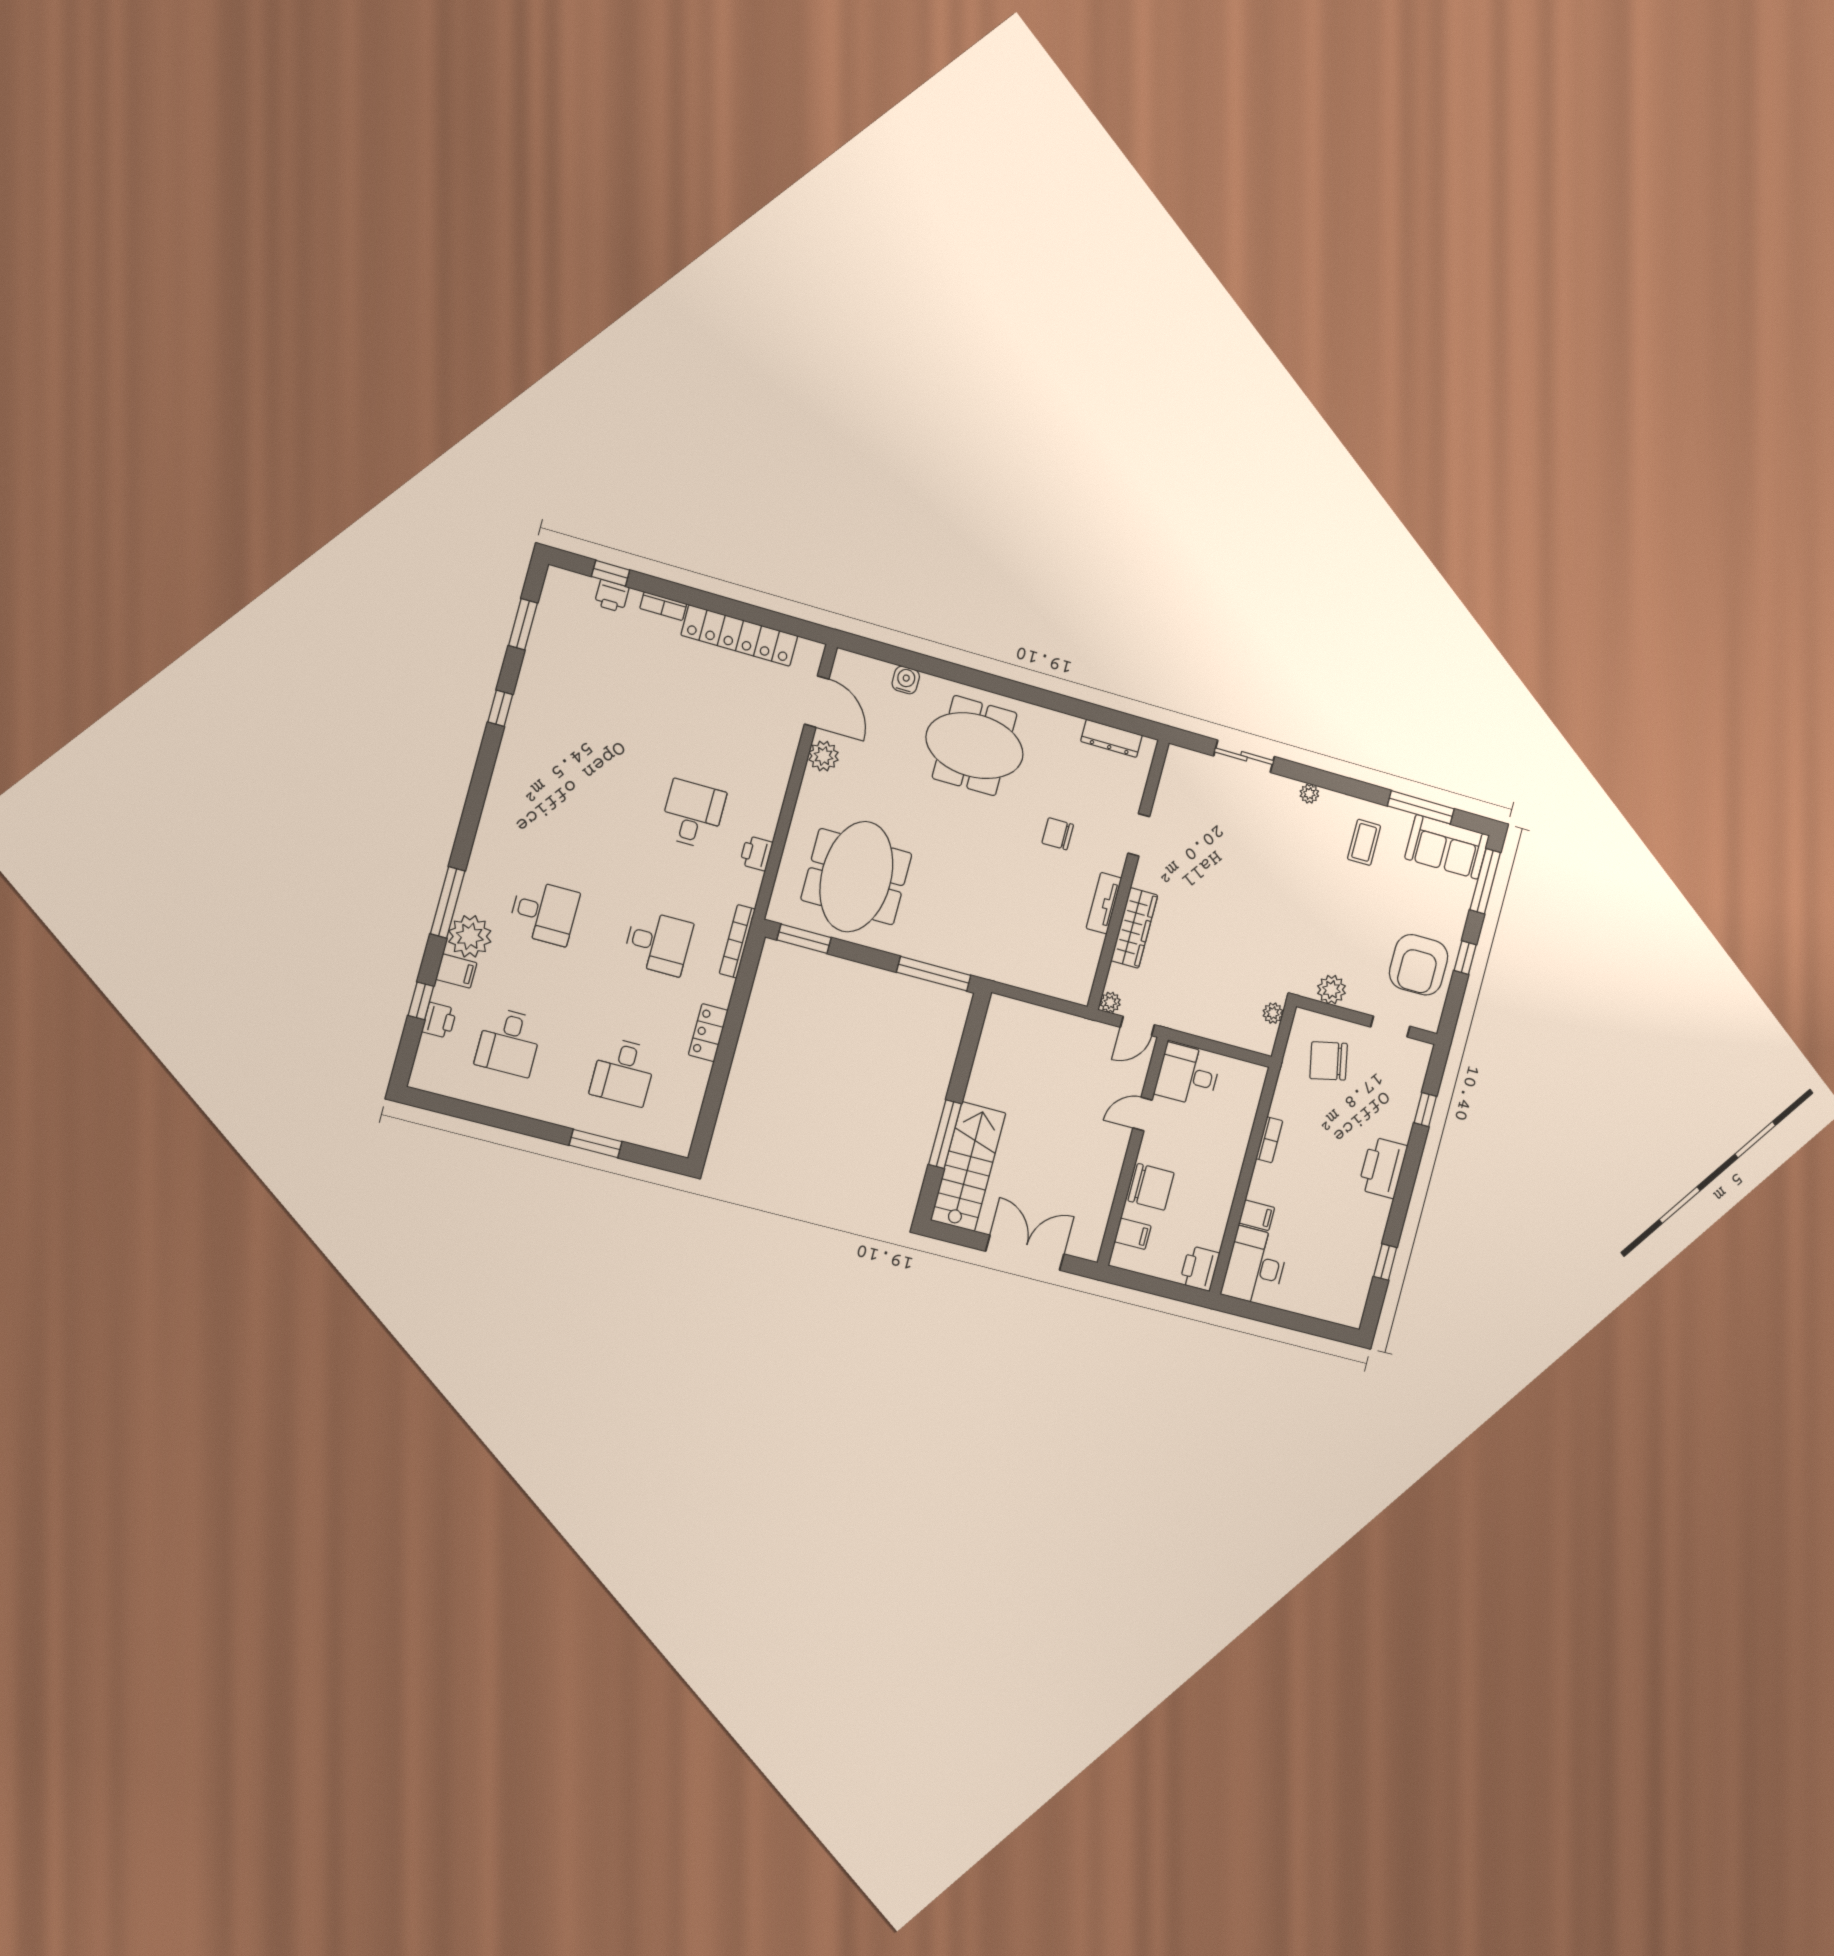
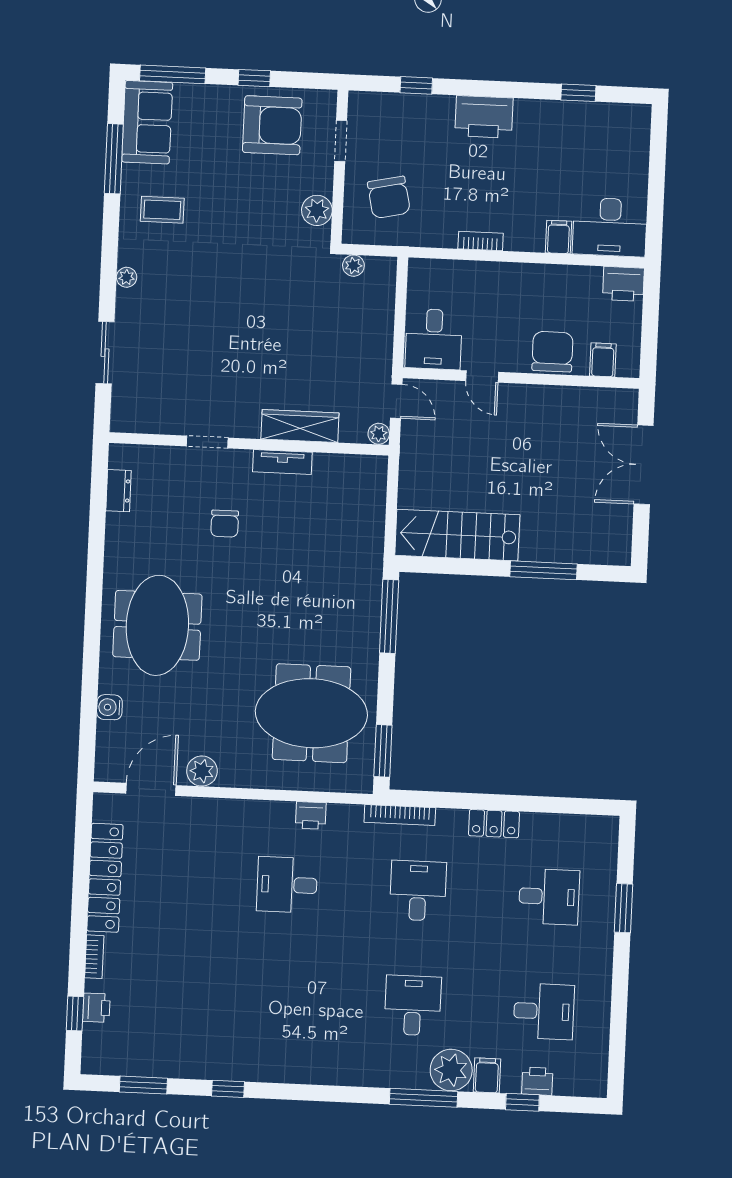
dresser: (1112, 738) -> (119, 491), width x0.70
stairs: (968, 1167) -> (457, 535), moved

